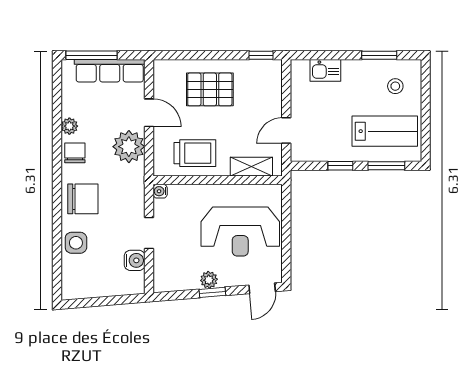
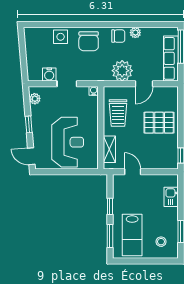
pallet: (210, 89) -> (159, 123), turned 90
reception desk: (240, 232) -> (68, 142), turned 180
plant: (209, 280) -> (35, 99), moved

